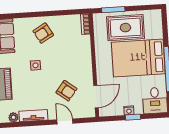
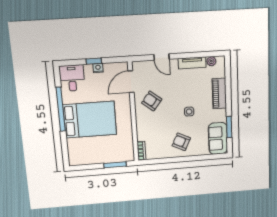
rug: (125, 28) -> (103, 148), removed
armchair: (43, 33) -> (181, 142), turned -124
armchair: (66, 91) -> (152, 101), moved

